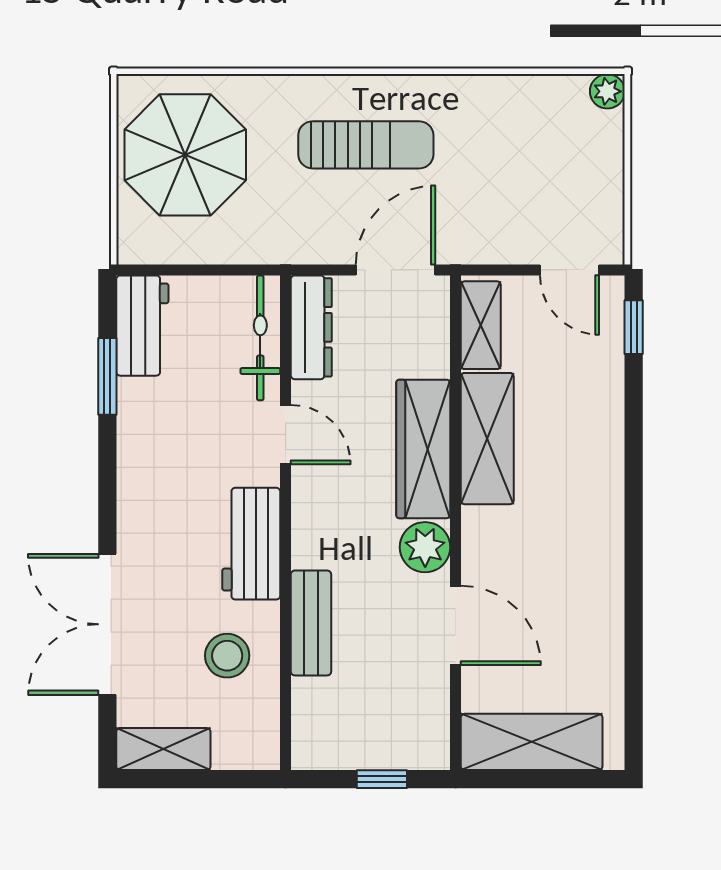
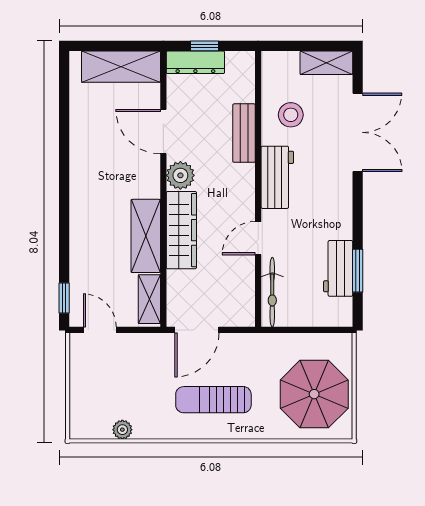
plant: (607, 91) -> (122, 430), moved
workbench: (142, 326) -> (338, 268), moved
dresser: (311, 327) -> (195, 62), moved, turned -90
door: (286, 435) -> (258, 238), hinge flipped

